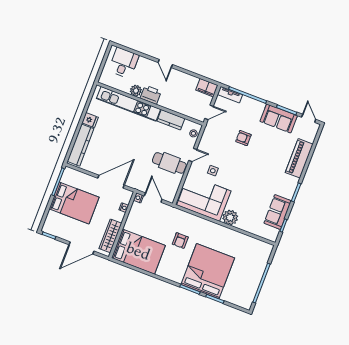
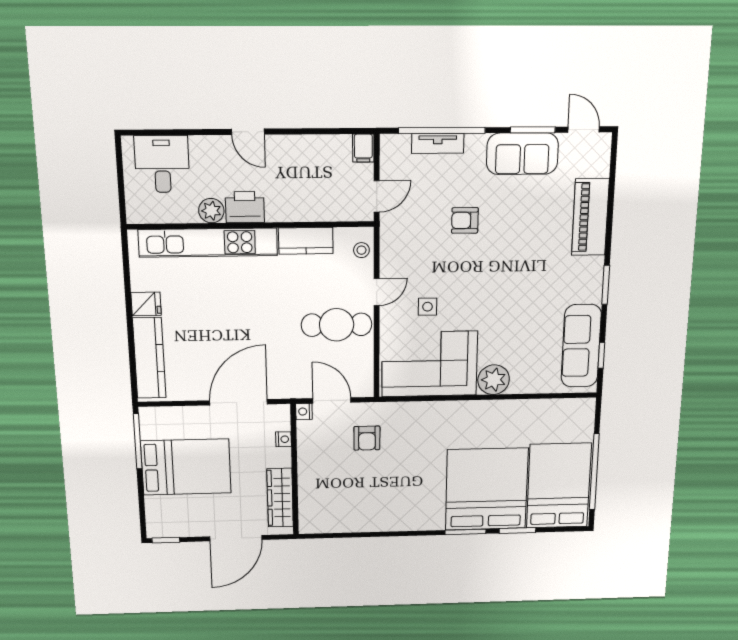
filing cabinet: (207, 88) -> (363, 148), width x0.50
tv unit: (230, 95) -> (438, 143), moved
sofa: (278, 212) -> (581, 346), width x1.36
armchair: (180, 241) -> (367, 438), moved
bed: (138, 252) -> (559, 486), moved, turned -90

